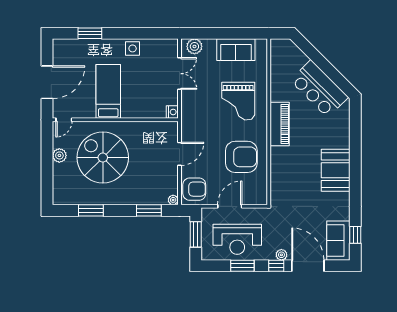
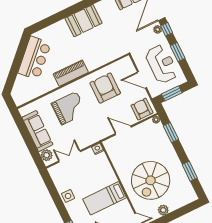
sofa: (236, 50) -> (37, 131), width x1.36

